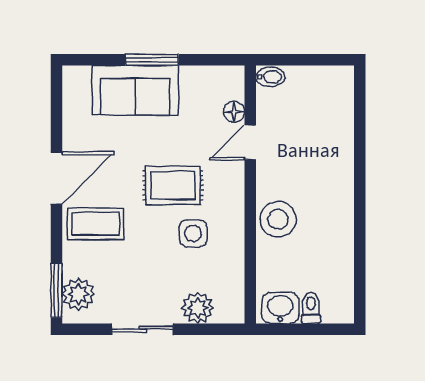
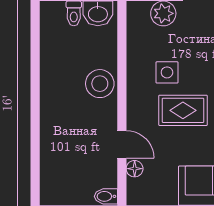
door: (250, 142) -> (122, 144), hinge flipped

